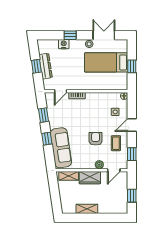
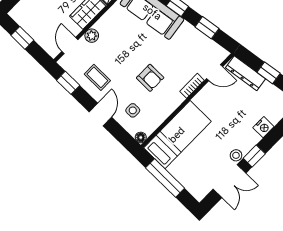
window: (70, 35) -> (254, 156), moved
bed: (106, 62) -> (177, 135), moved
dresser: (45, 66) -> (246, 73), moved
window: (132, 66) -> (165, 178), width x2.17
door: (61, 91) -> (215, 73), swing flipped
armchair: (96, 139) -> (150, 78), moved

